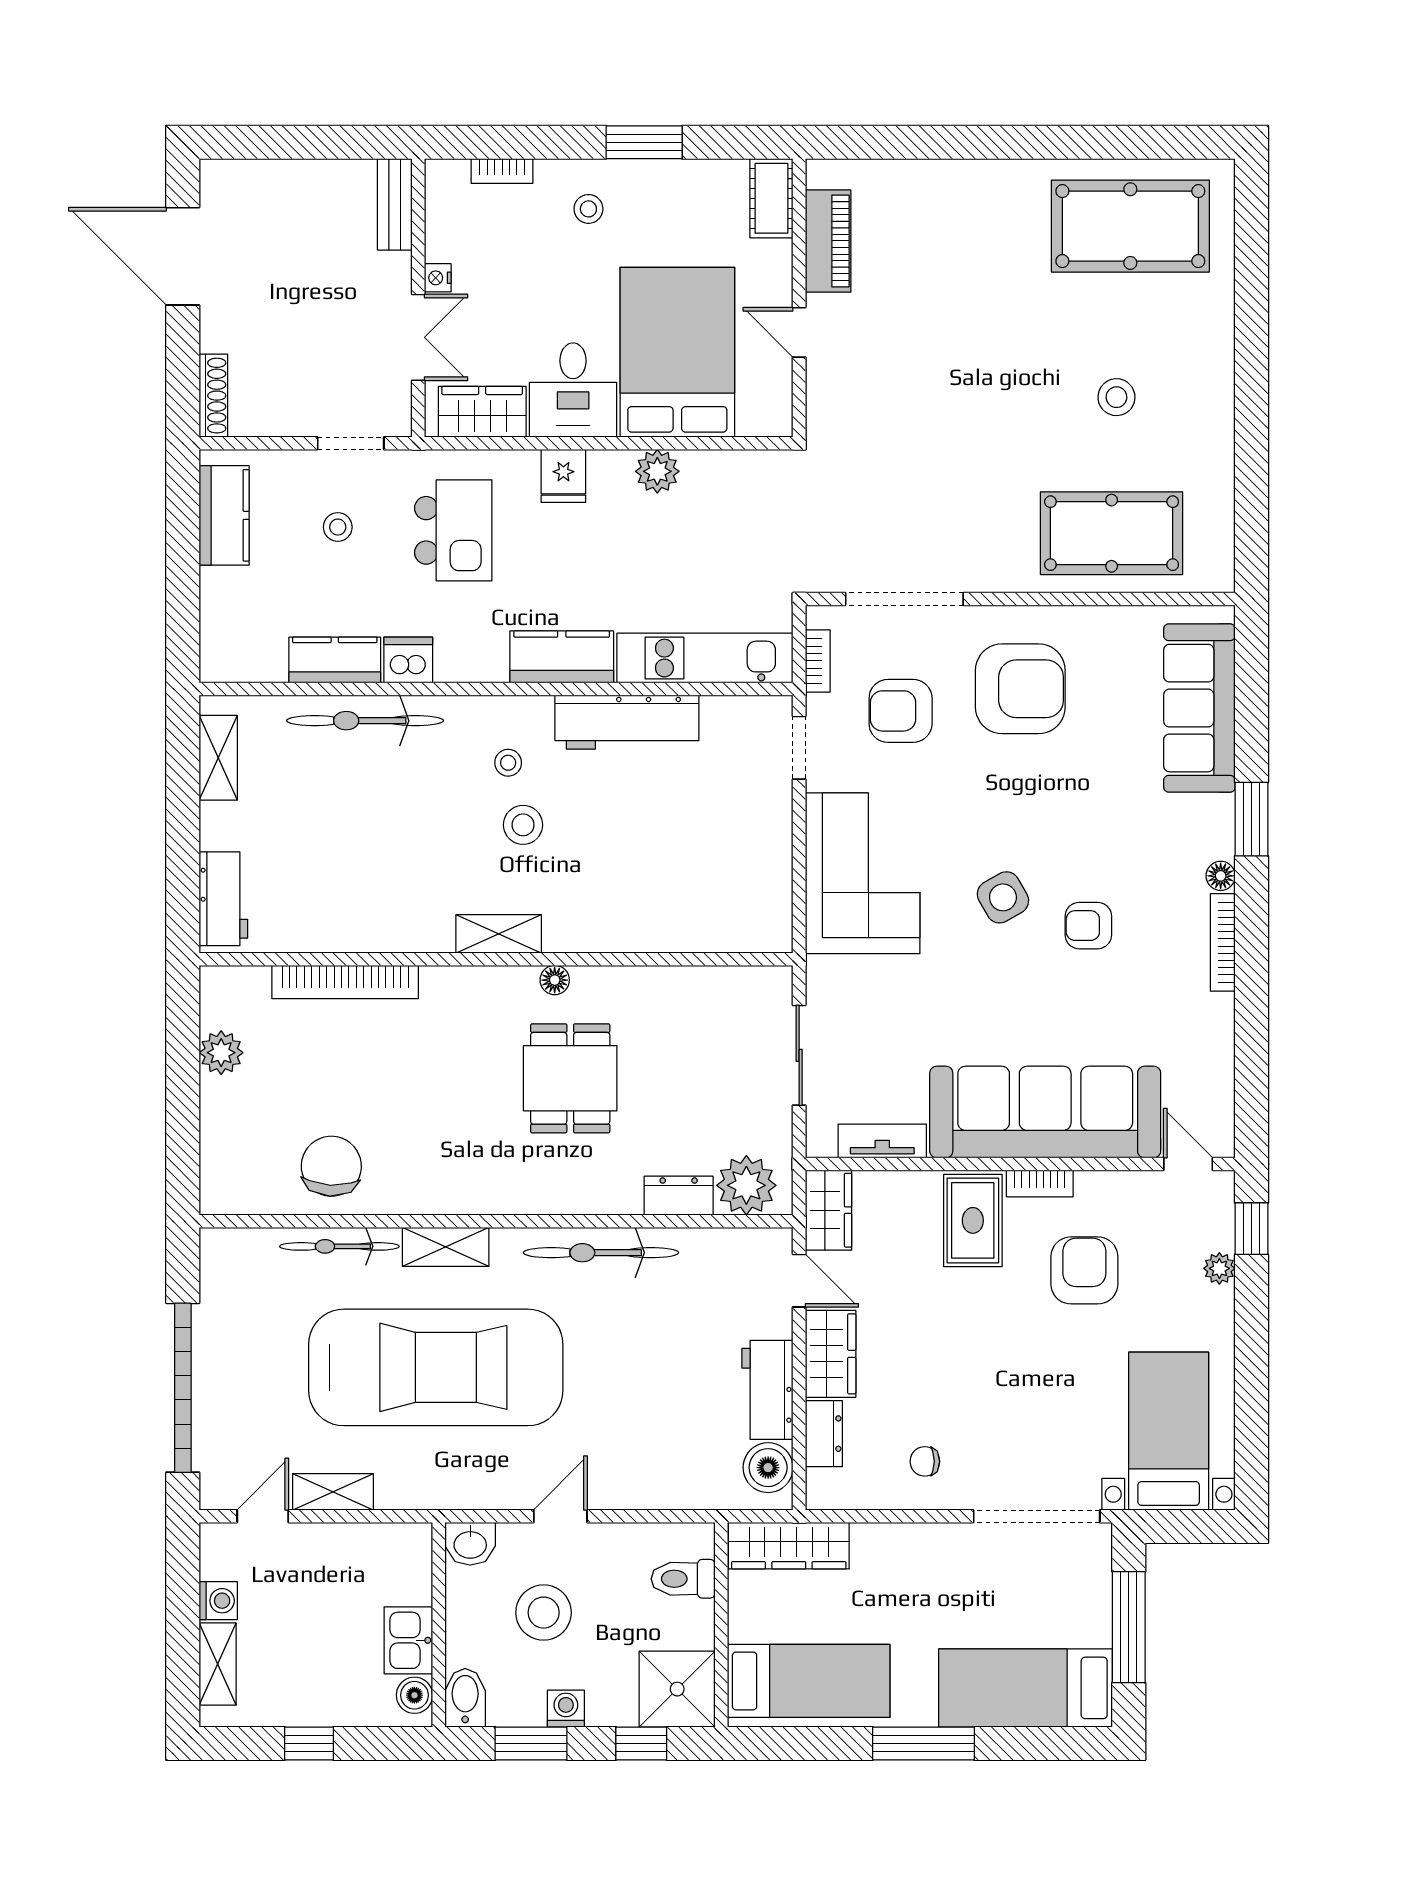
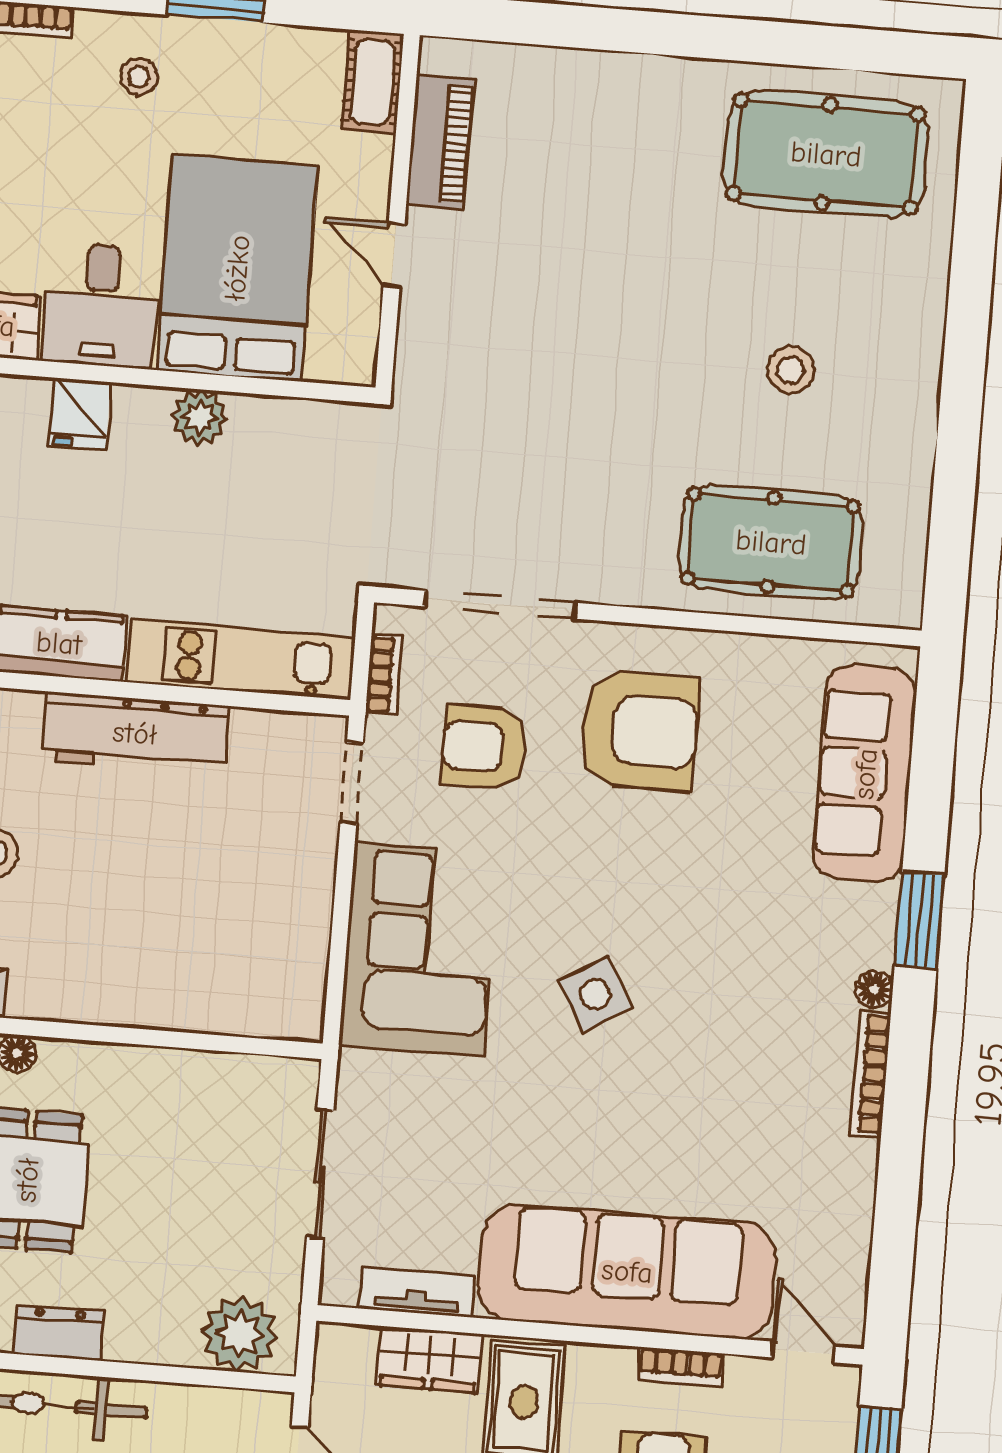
armchair: (1088, 926) -> (701, 1039), removed
bookcase: (1040, 1183) -> (680, 1367), moved
dresser: (679, 1196) -> (59, 1333), moved
wardrobe: (829, 1210) -> (429, 1359), moved, turned 90

